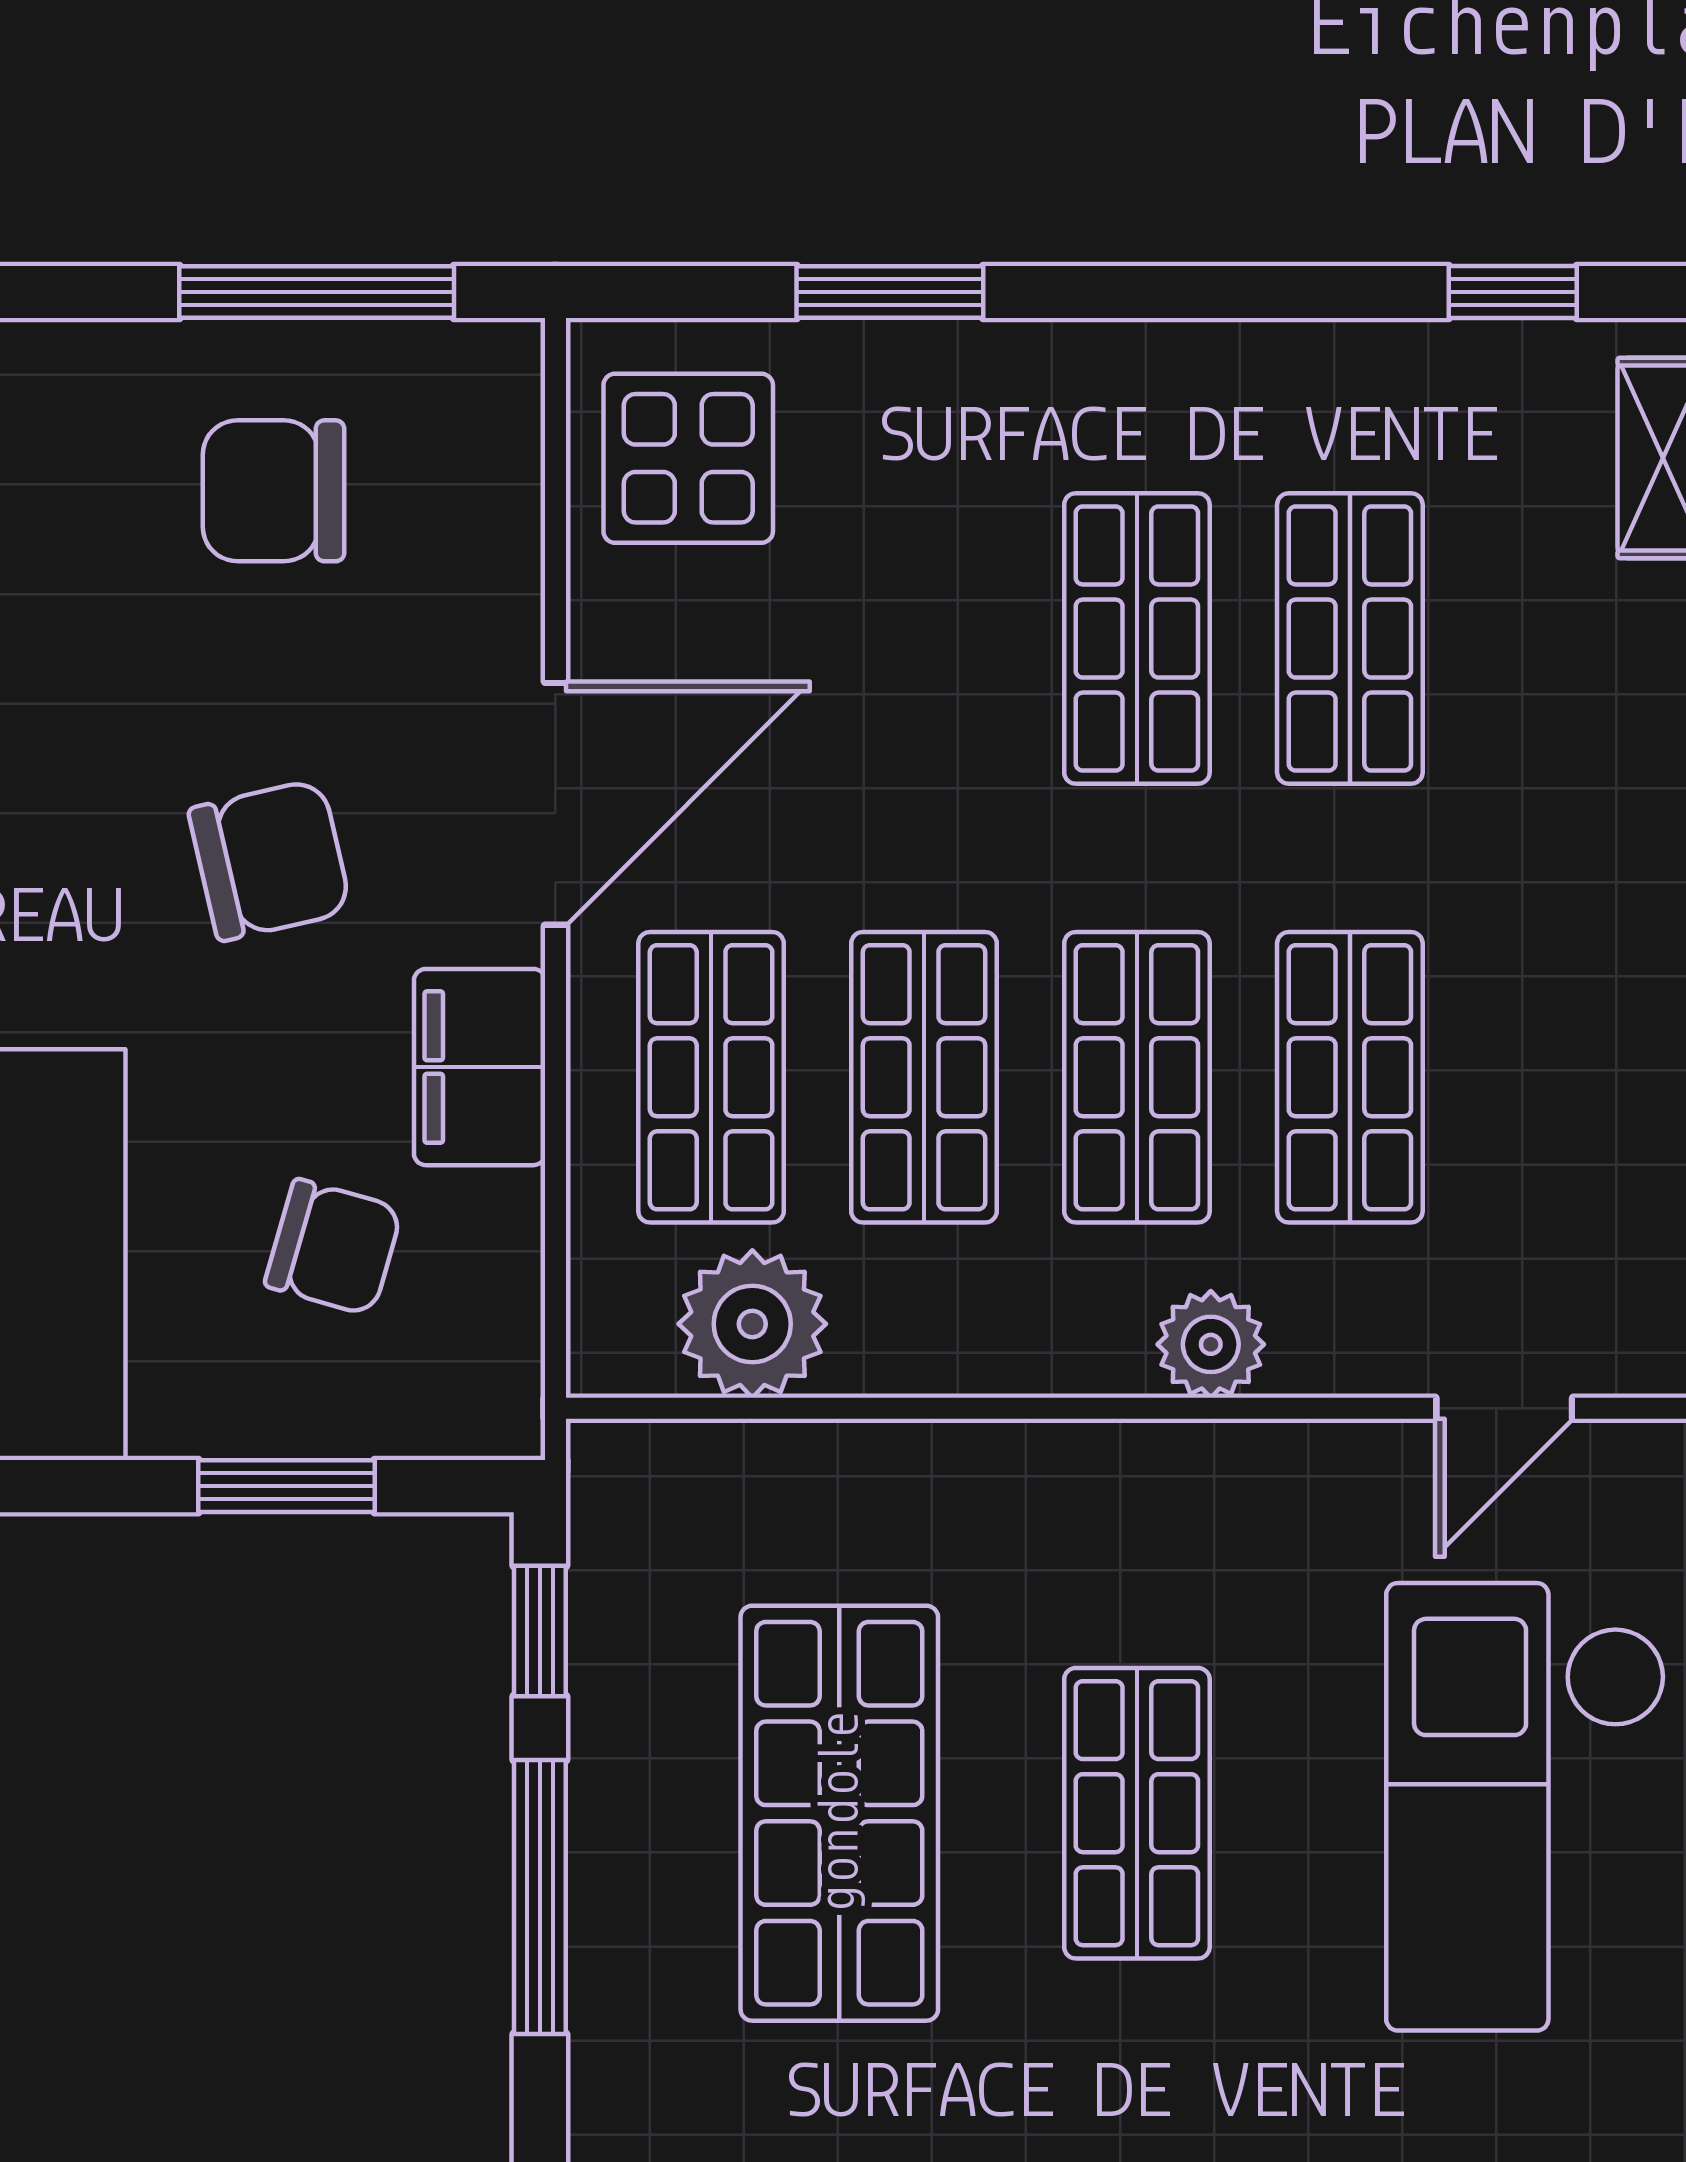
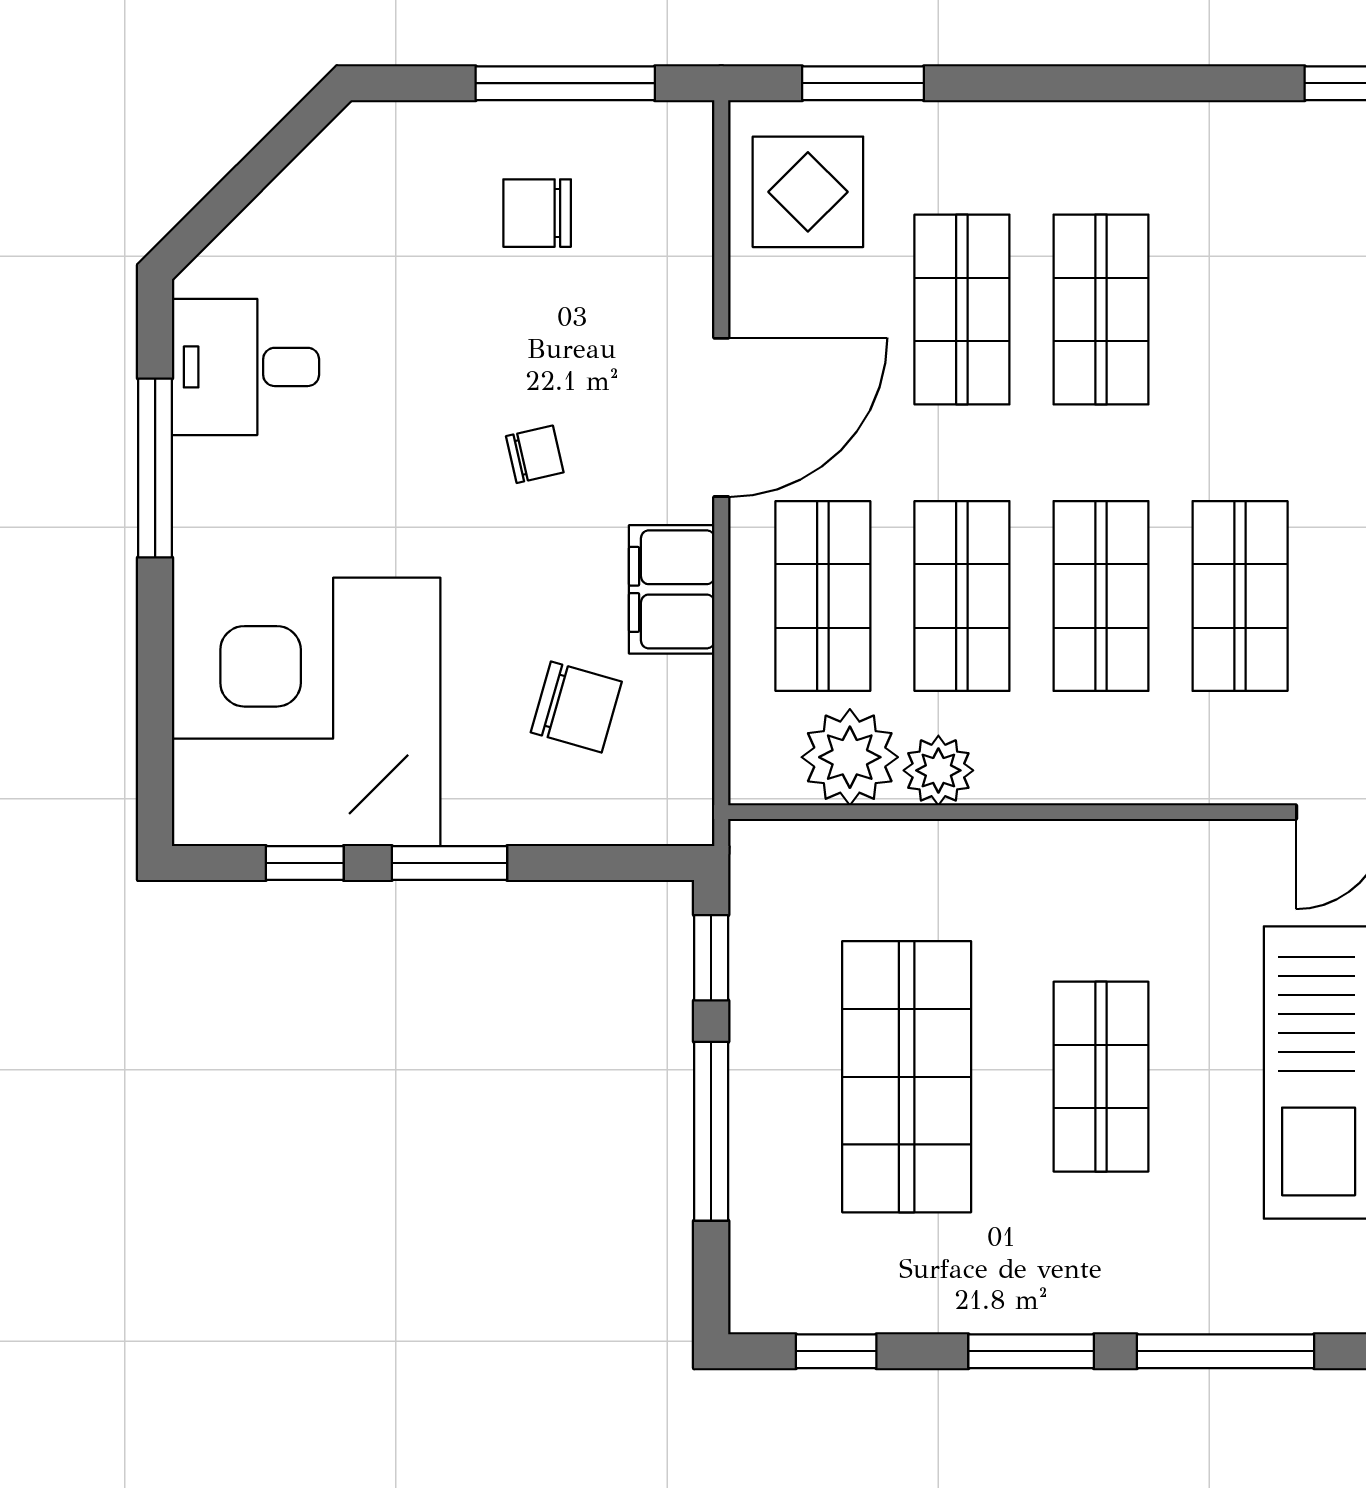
window: (890, 292) -> (863, 83), moved
chair: (273, 491) -> (537, 213), width x0.73, depth x0.73
shop shelf: (1350, 639) -> (962, 310), moved
chair: (270, 860) -> (535, 454), width x0.54, depth x0.54
plant: (1211, 1344) -> (938, 770), moved
window: (286, 1486) -> (450, 863), moved

